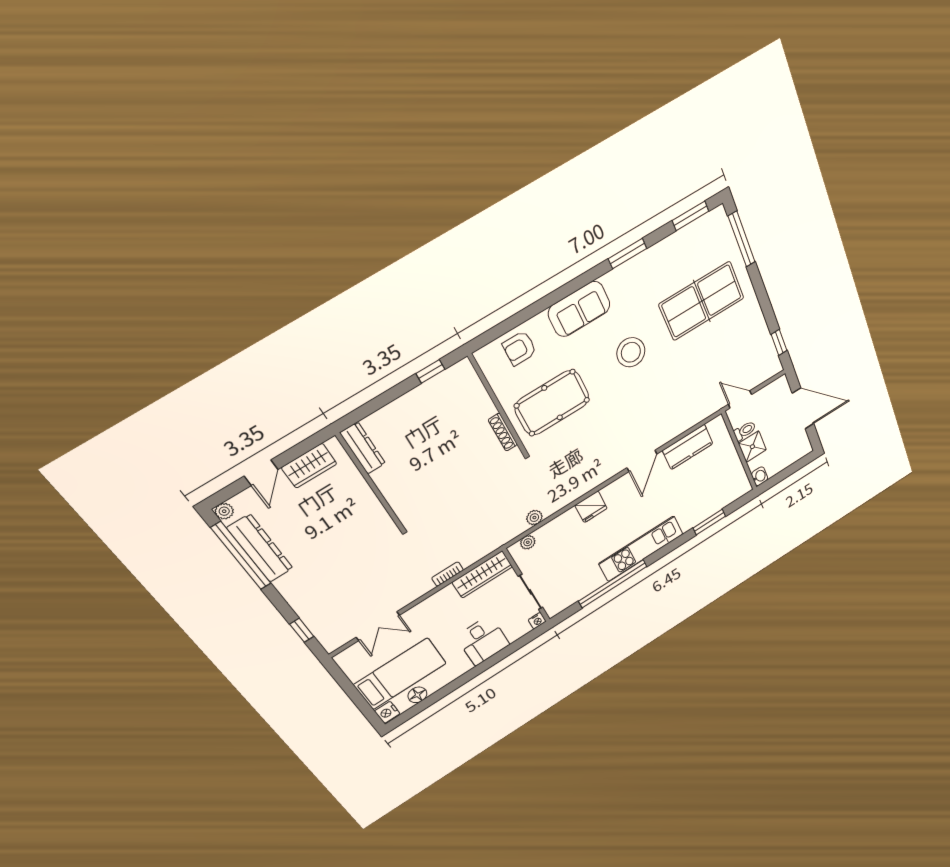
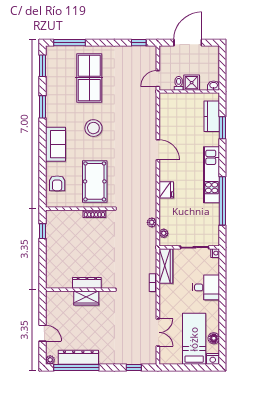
kitchen counter: (688, 447) -> (212, 116), moved, turned 180
dresser: (363, 448) -> (87, 283), moved
wardrobe: (309, 466) -> (86, 298), moved, turned 90

